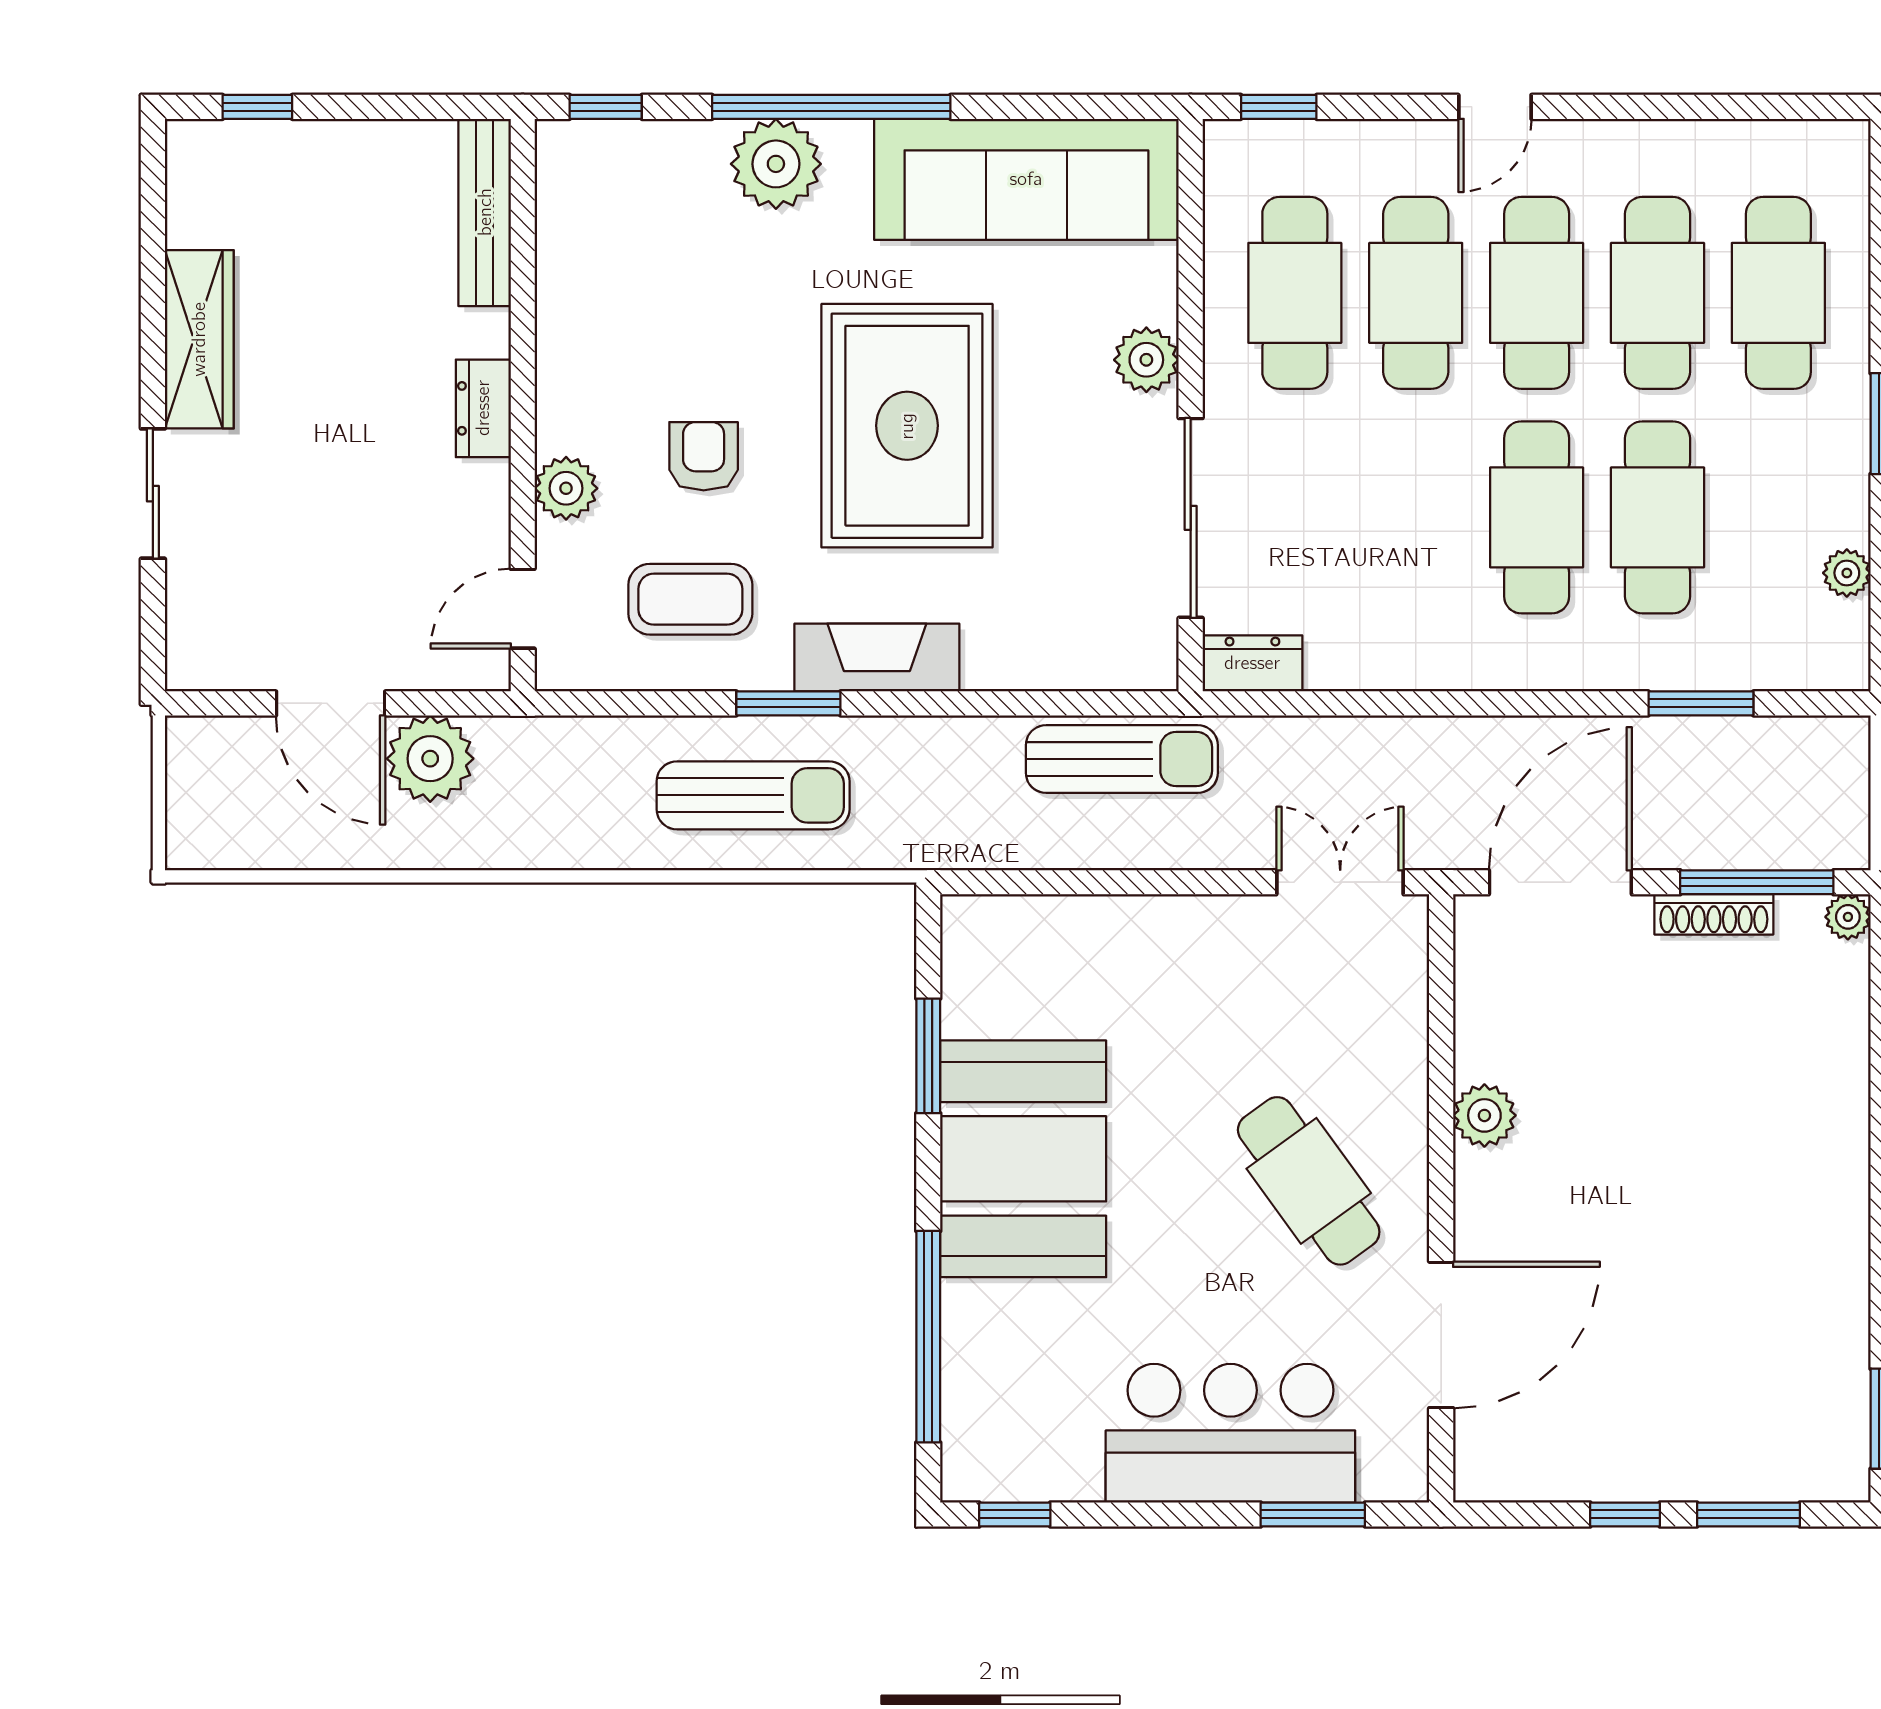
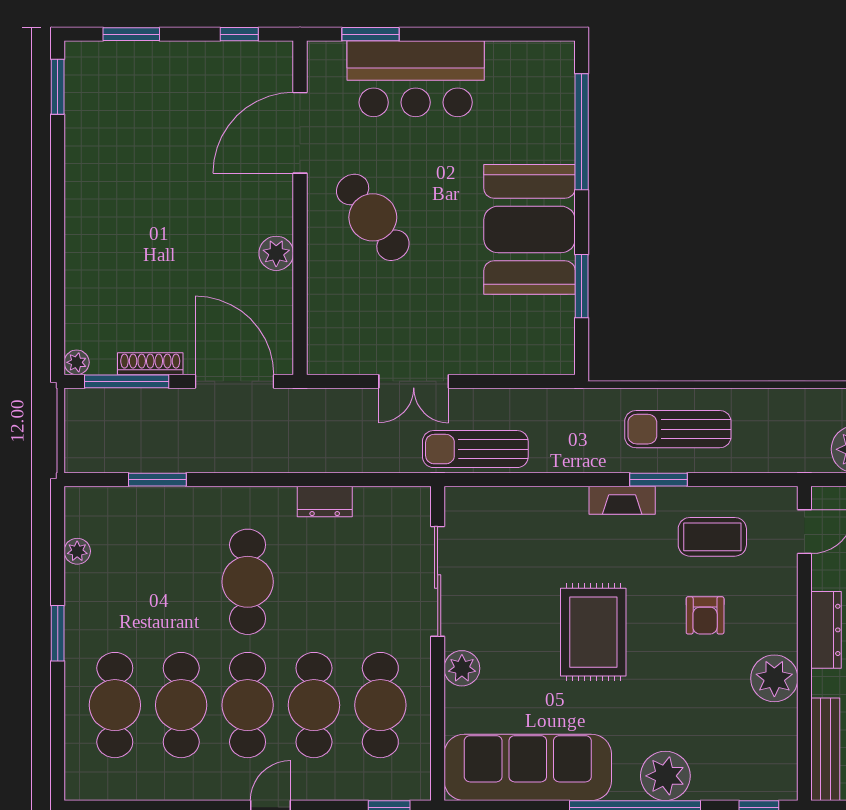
dresser: (483, 408) -> (826, 630), width x1.44
rug: (907, 426) -> (593, 632), width x0.73, depth x0.69
plant: (566, 488) -> (774, 678), moved, width x1.36, depth x1.36
cafe table: (1657, 517) -> (181, 582), removed
fireplace: (877, 657) -> (622, 500), width x0.73, depth x0.76
dresser: (1252, 663) -> (325, 502), moved
double door: (1340, 882) -> (414, 381), moved
door: (1560, 882) -> (235, 381), swing flipped
window: (1015, 1514) -> (534, 34), removed
window: (1625, 1514) -> (239, 34), moved

